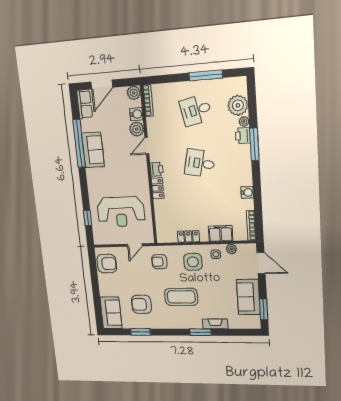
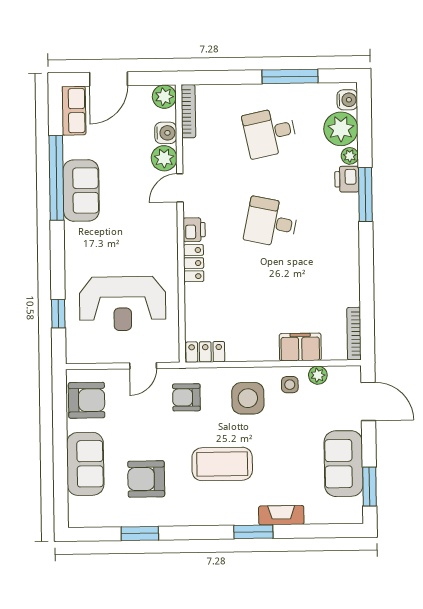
water cooler: (247, 192) -> (347, 100), moved
locker: (188, 236) -> (205, 352), moved
sofa: (111, 313) -> (85, 464), moved

